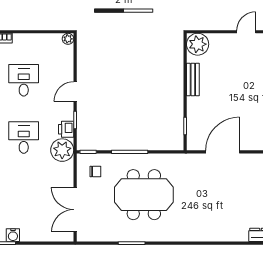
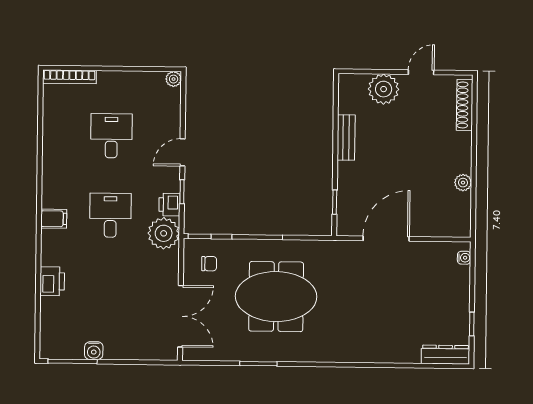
plant: (198, 44) -> (384, 89), moved
double door: (75, 210) -> (180, 316), swing flipped

